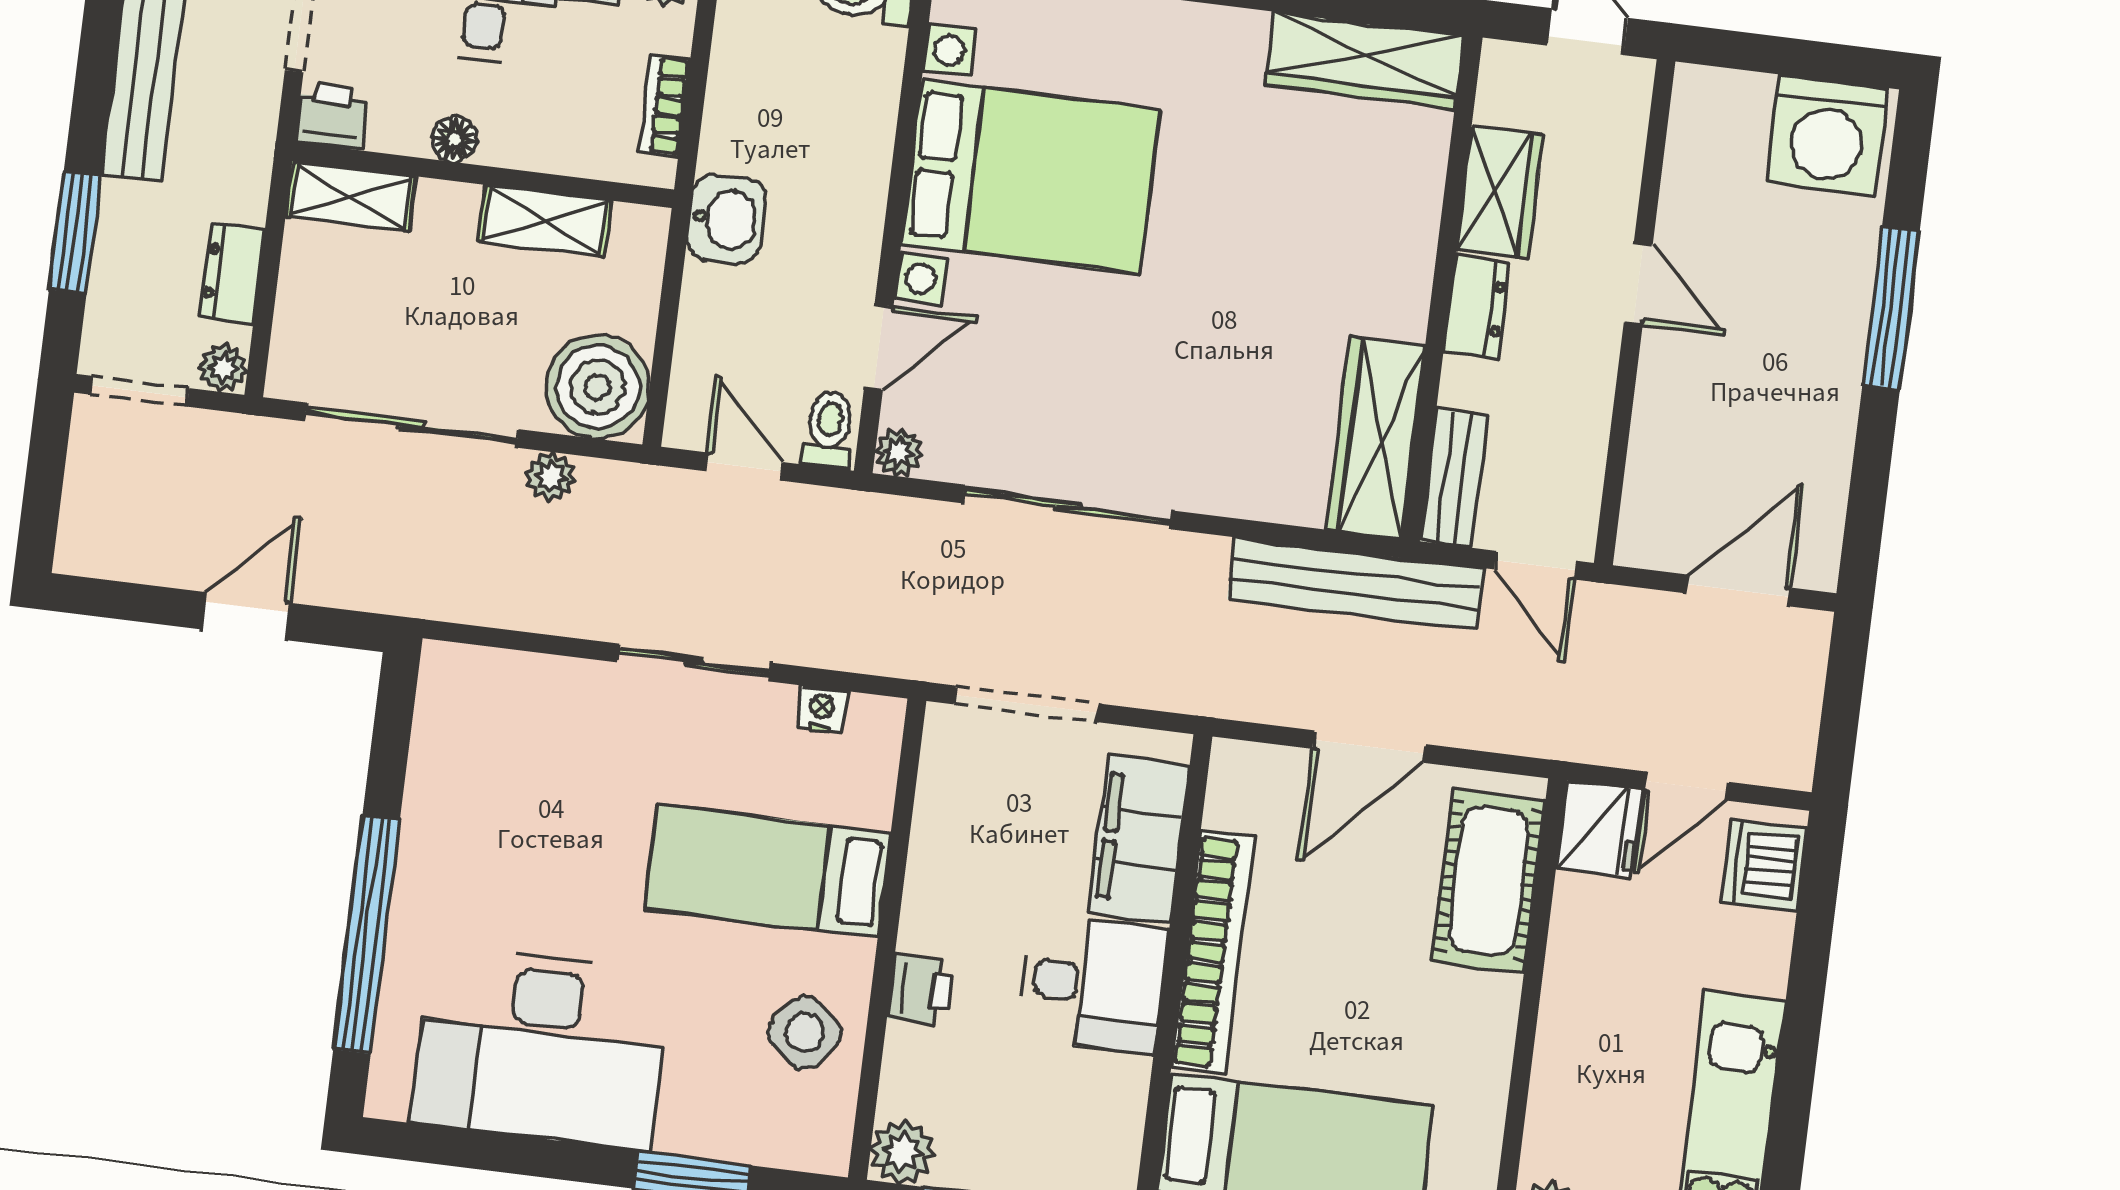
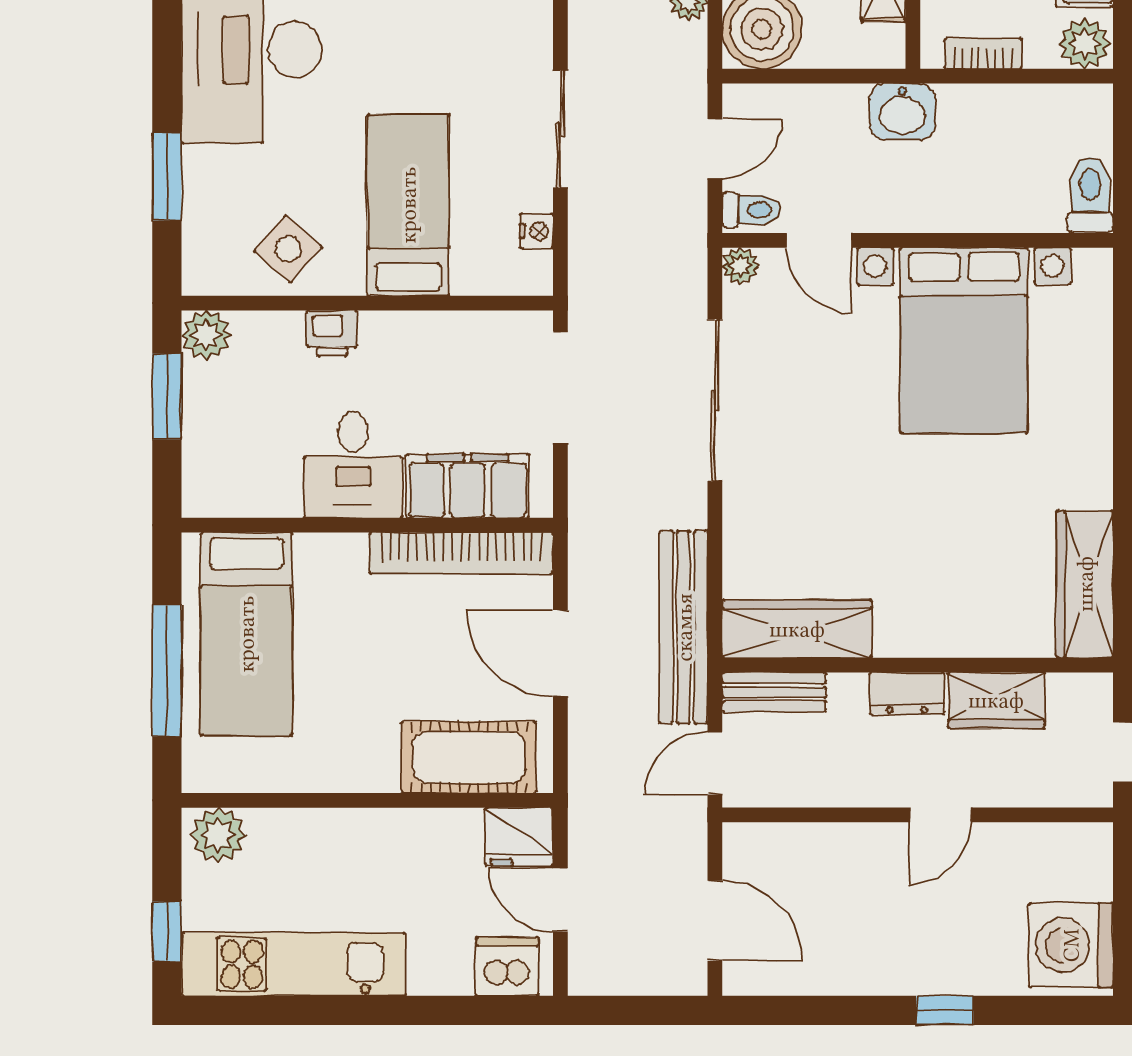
window: (1891, 308) -> (945, 1010), width x0.46
bookcase: (1213, 953) -> (461, 553), moved

